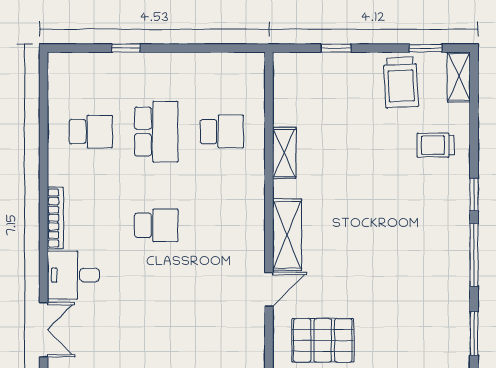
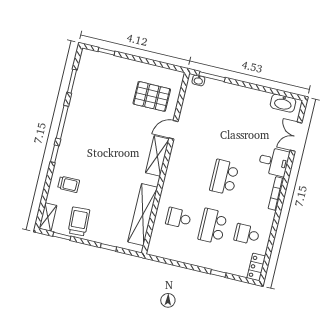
locker: (60, 76) -> (256, 267), added
shelving: (284, 153) -> (143, 215), width x2.20, depth x1.33
school desk: (156, 225) -> (224, 177), width x1.85

